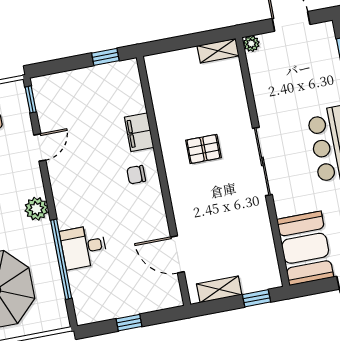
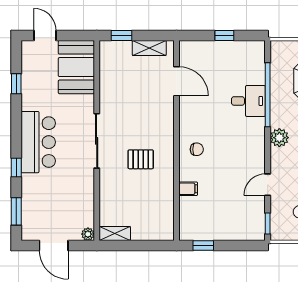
filing cabinet: (139, 132) -> (188, 189), width x0.50

